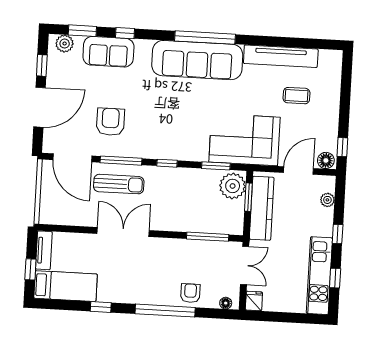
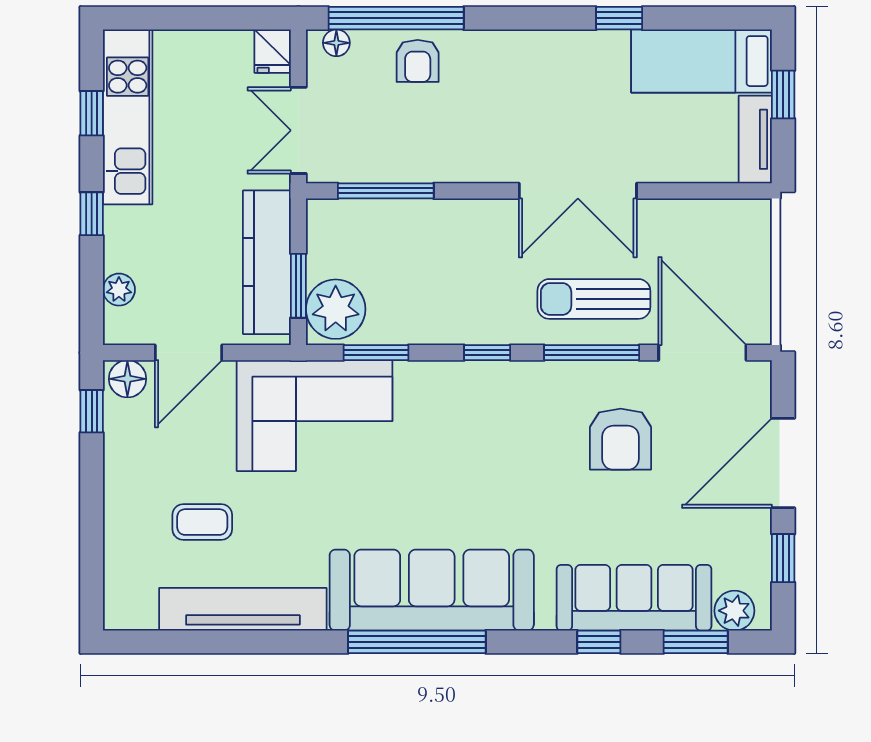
sofa: (108, 52) -> (634, 598), width x1.36
window: (165, 311) -> (396, 18), moved

